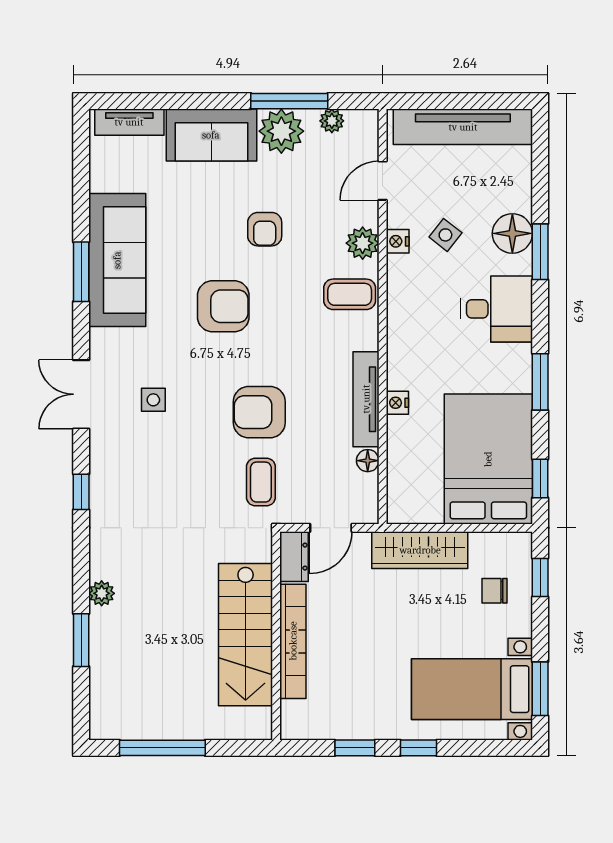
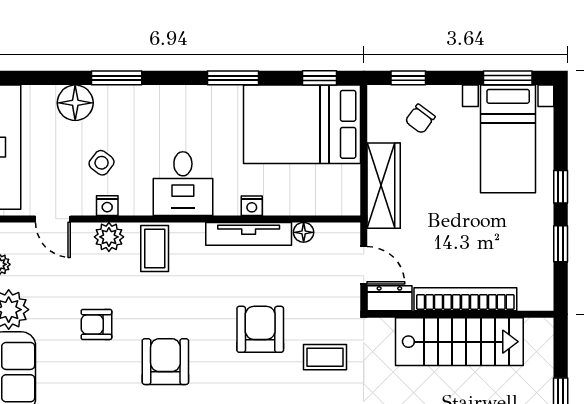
armchair: (265, 229) -> (96, 324), turned 180
floor lamp: (512, 233) -> (75, 103), moved
desk: (497, 309) -> (183, 184), moved, turned 180
armchair: (259, 412) -> (260, 329), turned 180
coffee table: (261, 482) -> (325, 357), moved
chair: (494, 591) -> (420, 119), turned 37

